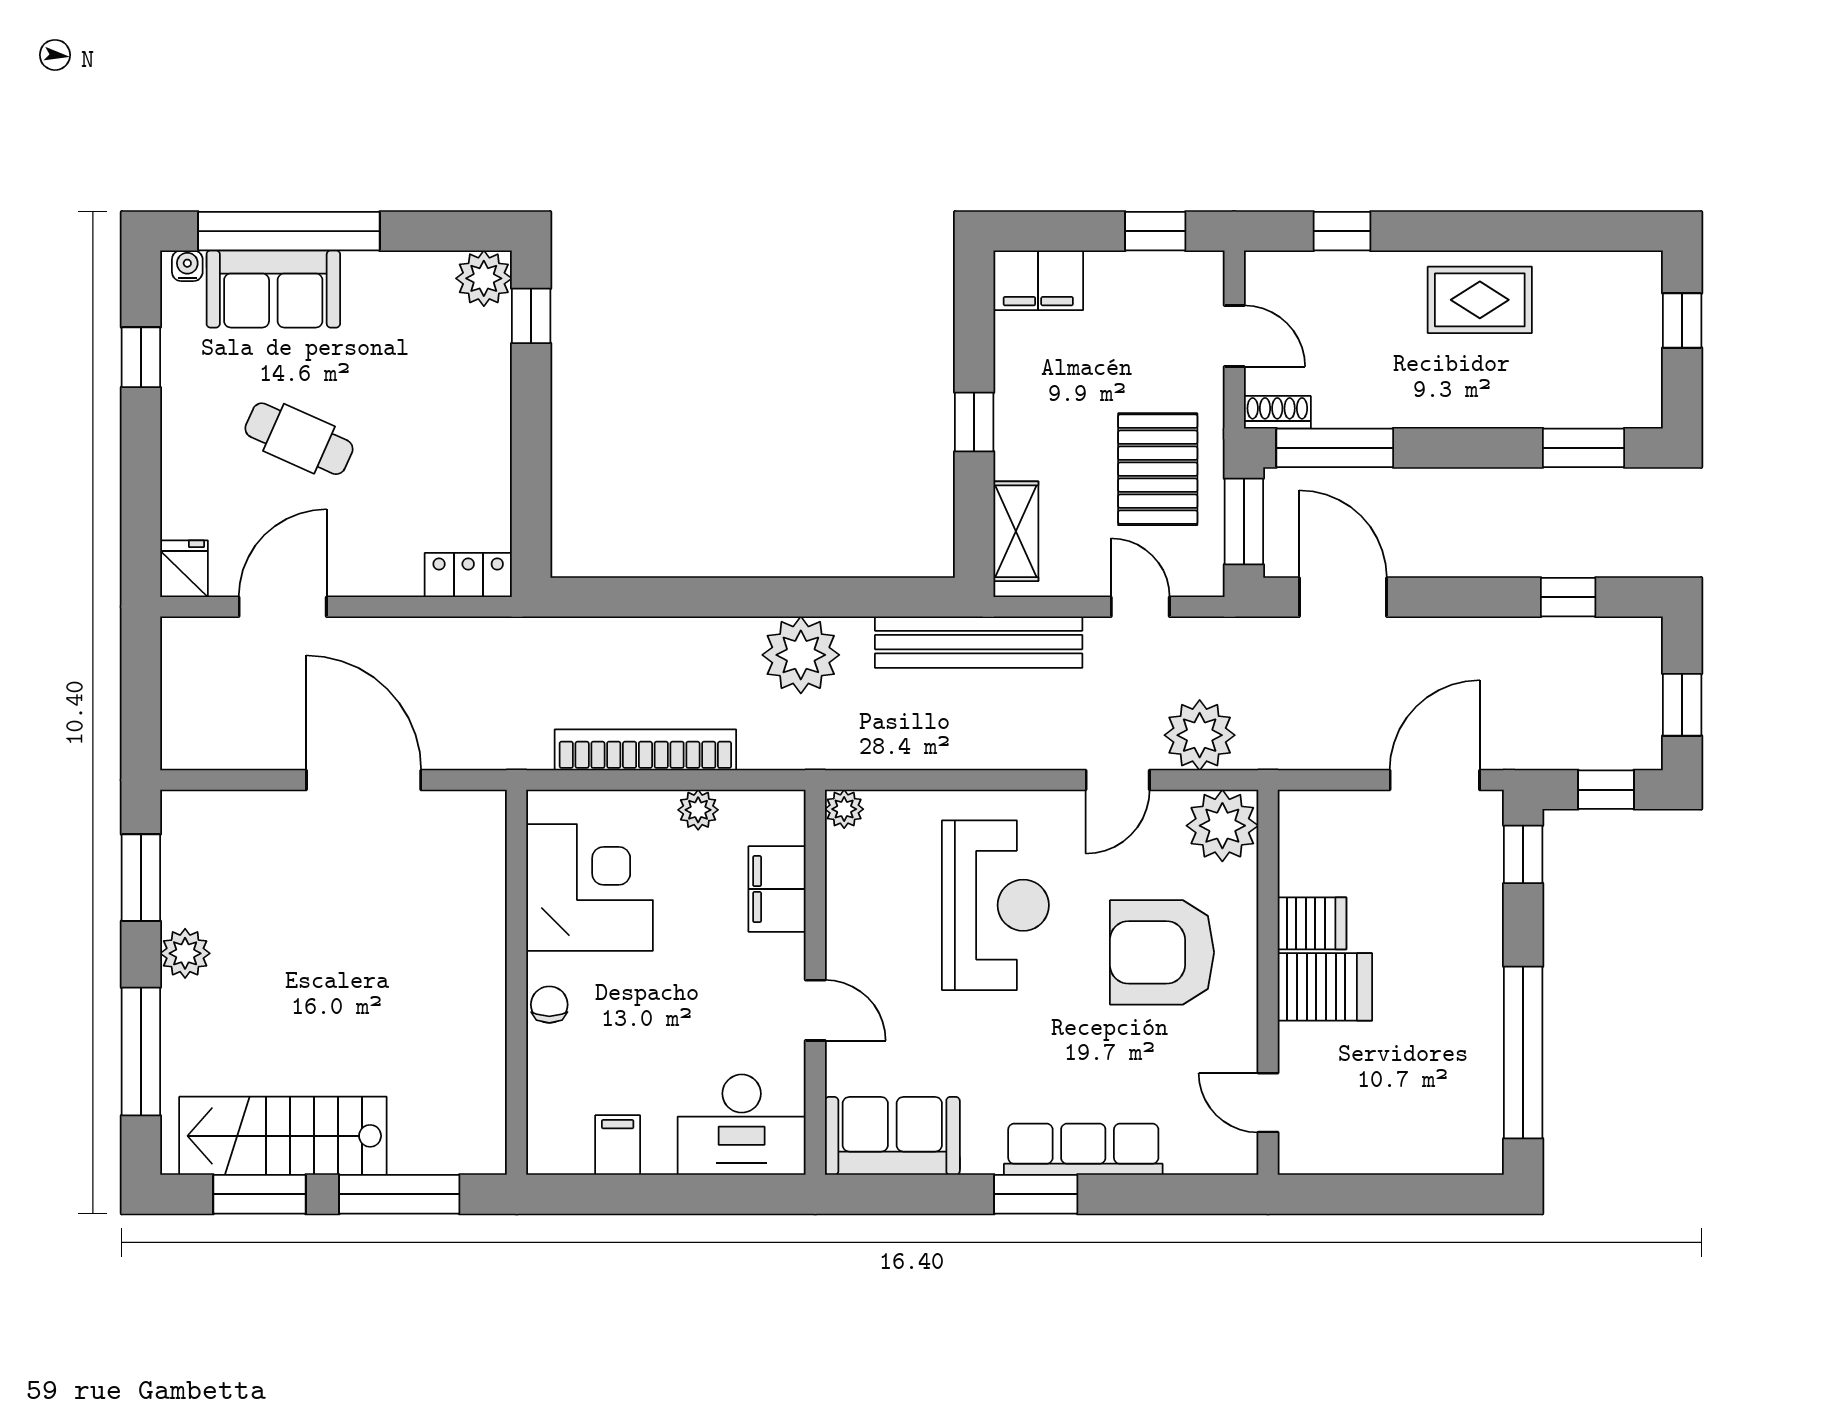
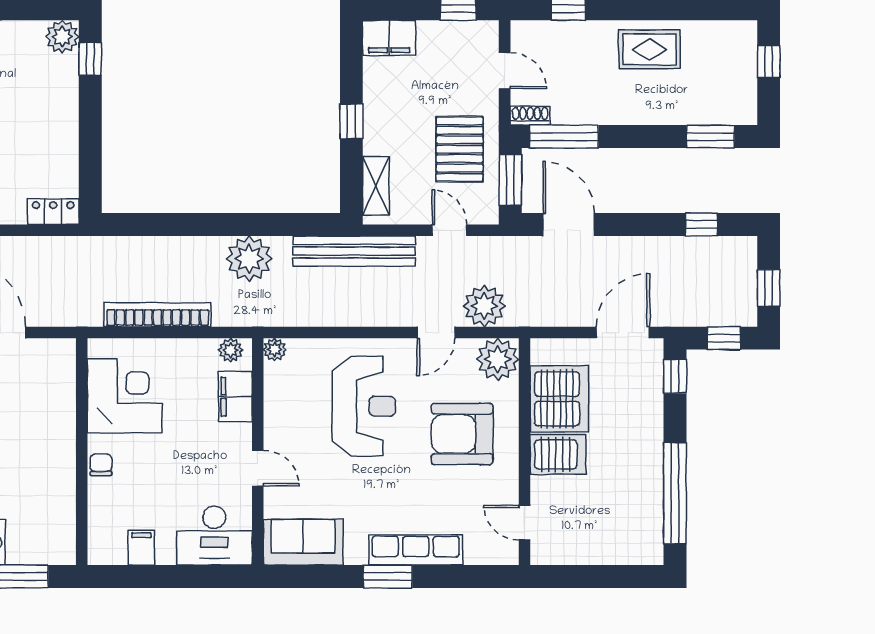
plant: (698, 810) -> (231, 350), moved
server rack: (1312, 923) -> (559, 399), width x2.18, depth x1.44

